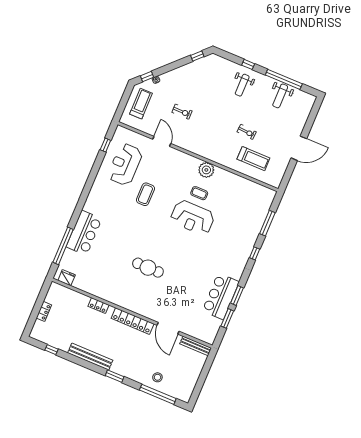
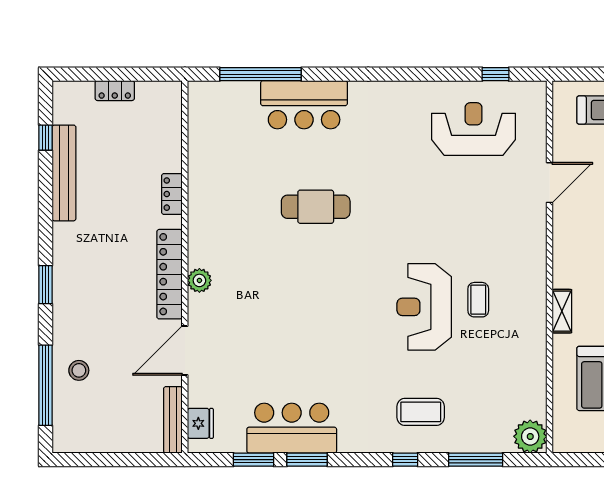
shelving: (219, 159) -> (562, 311), added
plant: (206, 170) -> (530, 436), moved
coffee table: (145, 194) -> (421, 412), moved
cafe table: (148, 268) -> (316, 207), moved, turned 90
fridge: (67, 278) -> (200, 423), moved
plant: (141, 309) -> (199, 280), added
bench: (90, 357) -> (64, 173), moved

